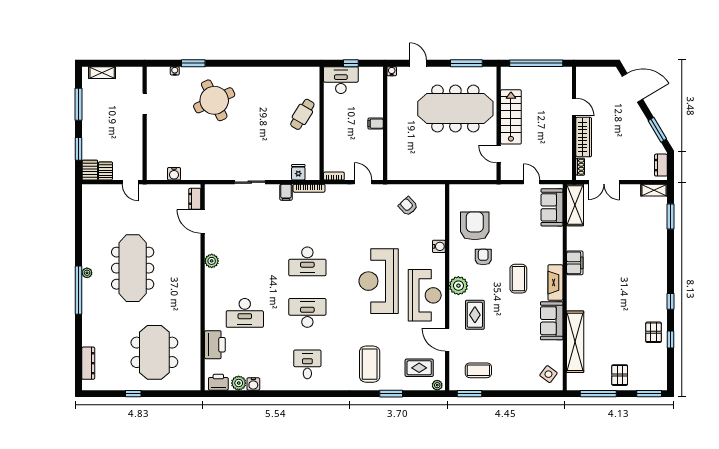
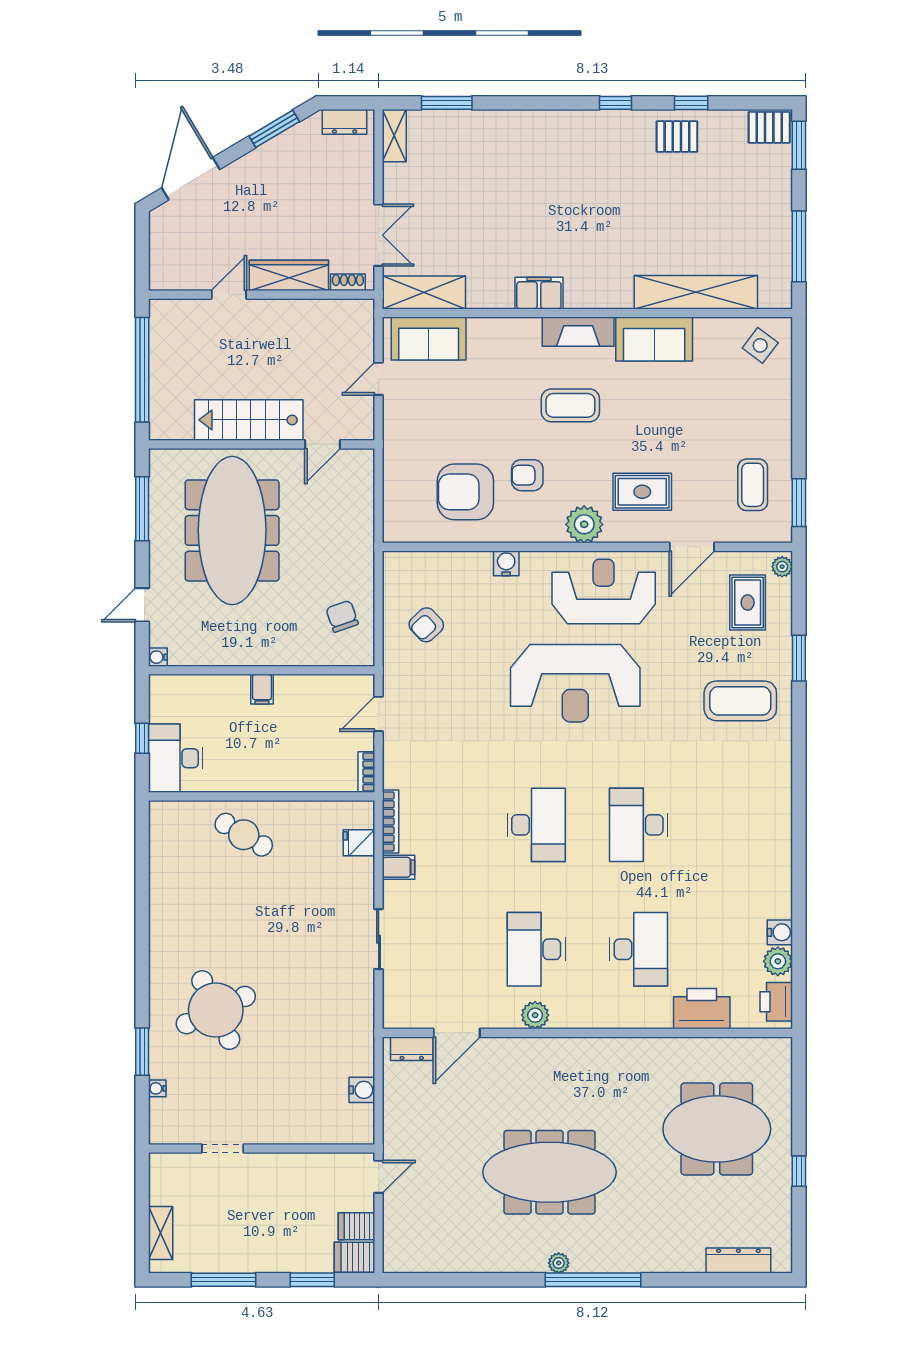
chair: (412, 164) -> (342, 616), added
desk: (307, 364) -> (536, 949), moved, width x1.37
pallet: (620, 375) -> (769, 127), moved

